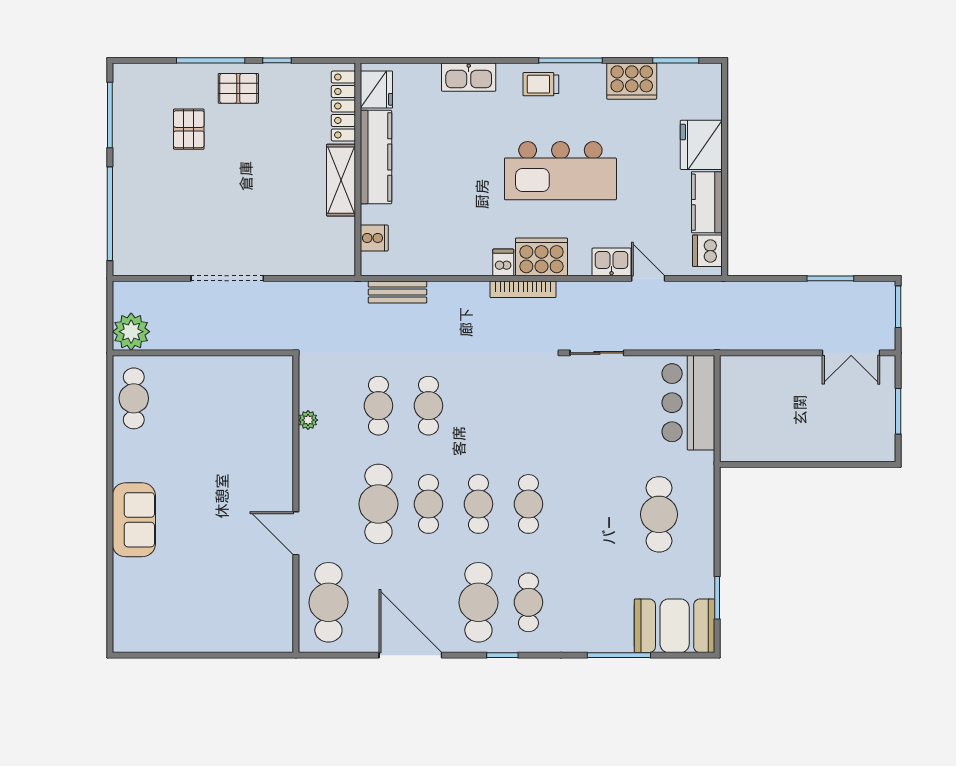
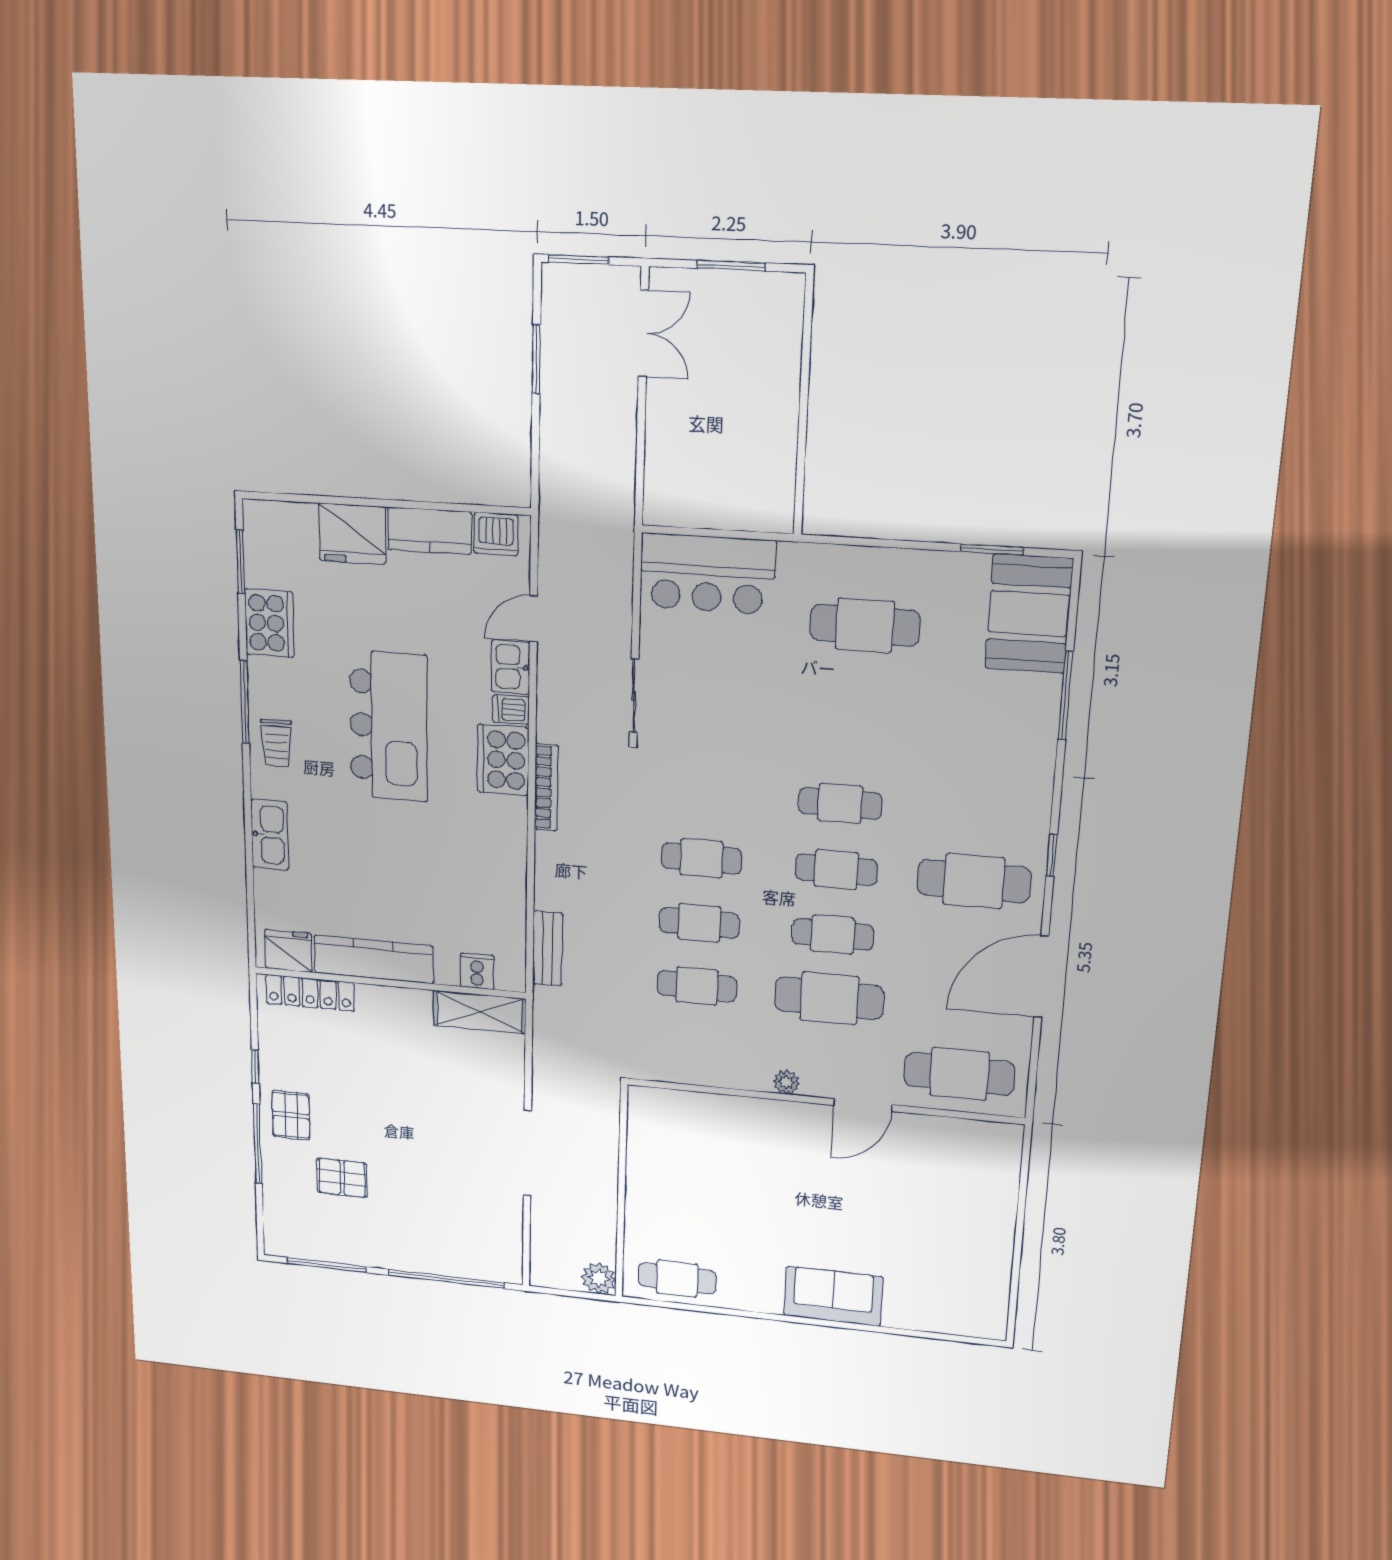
shelving: (341, 180) -> (480, 1012), moved
dishwasher: (503, 262) -> (511, 710), moved
plant: (131, 332) -> (599, 1278), width x0.73, depth x0.73
plant: (308, 420) -> (786, 1082), moved
cafe table: (528, 602) -> (701, 858), moved

